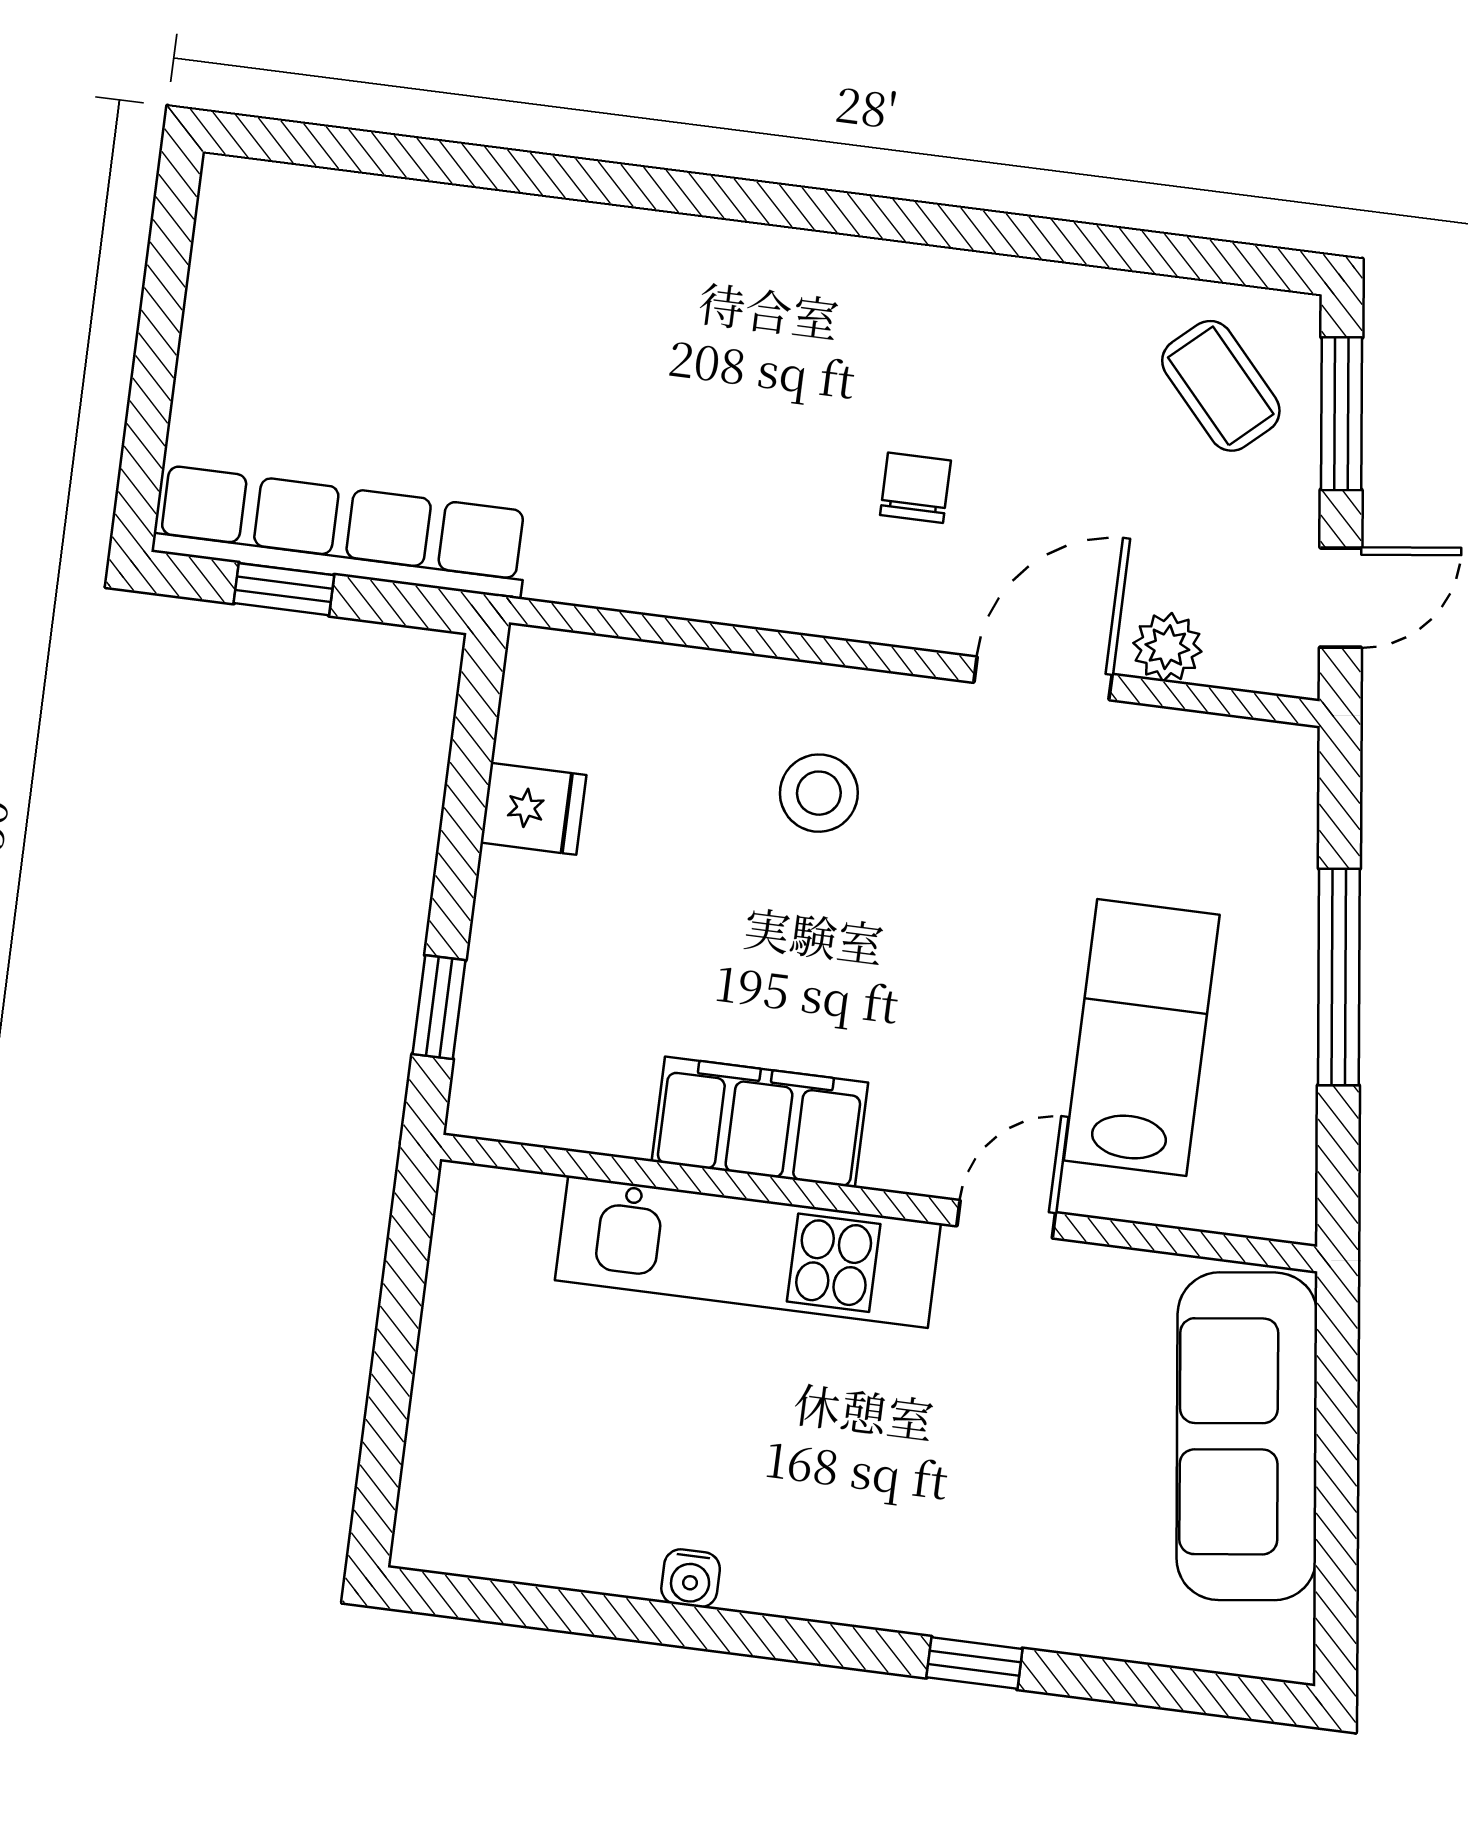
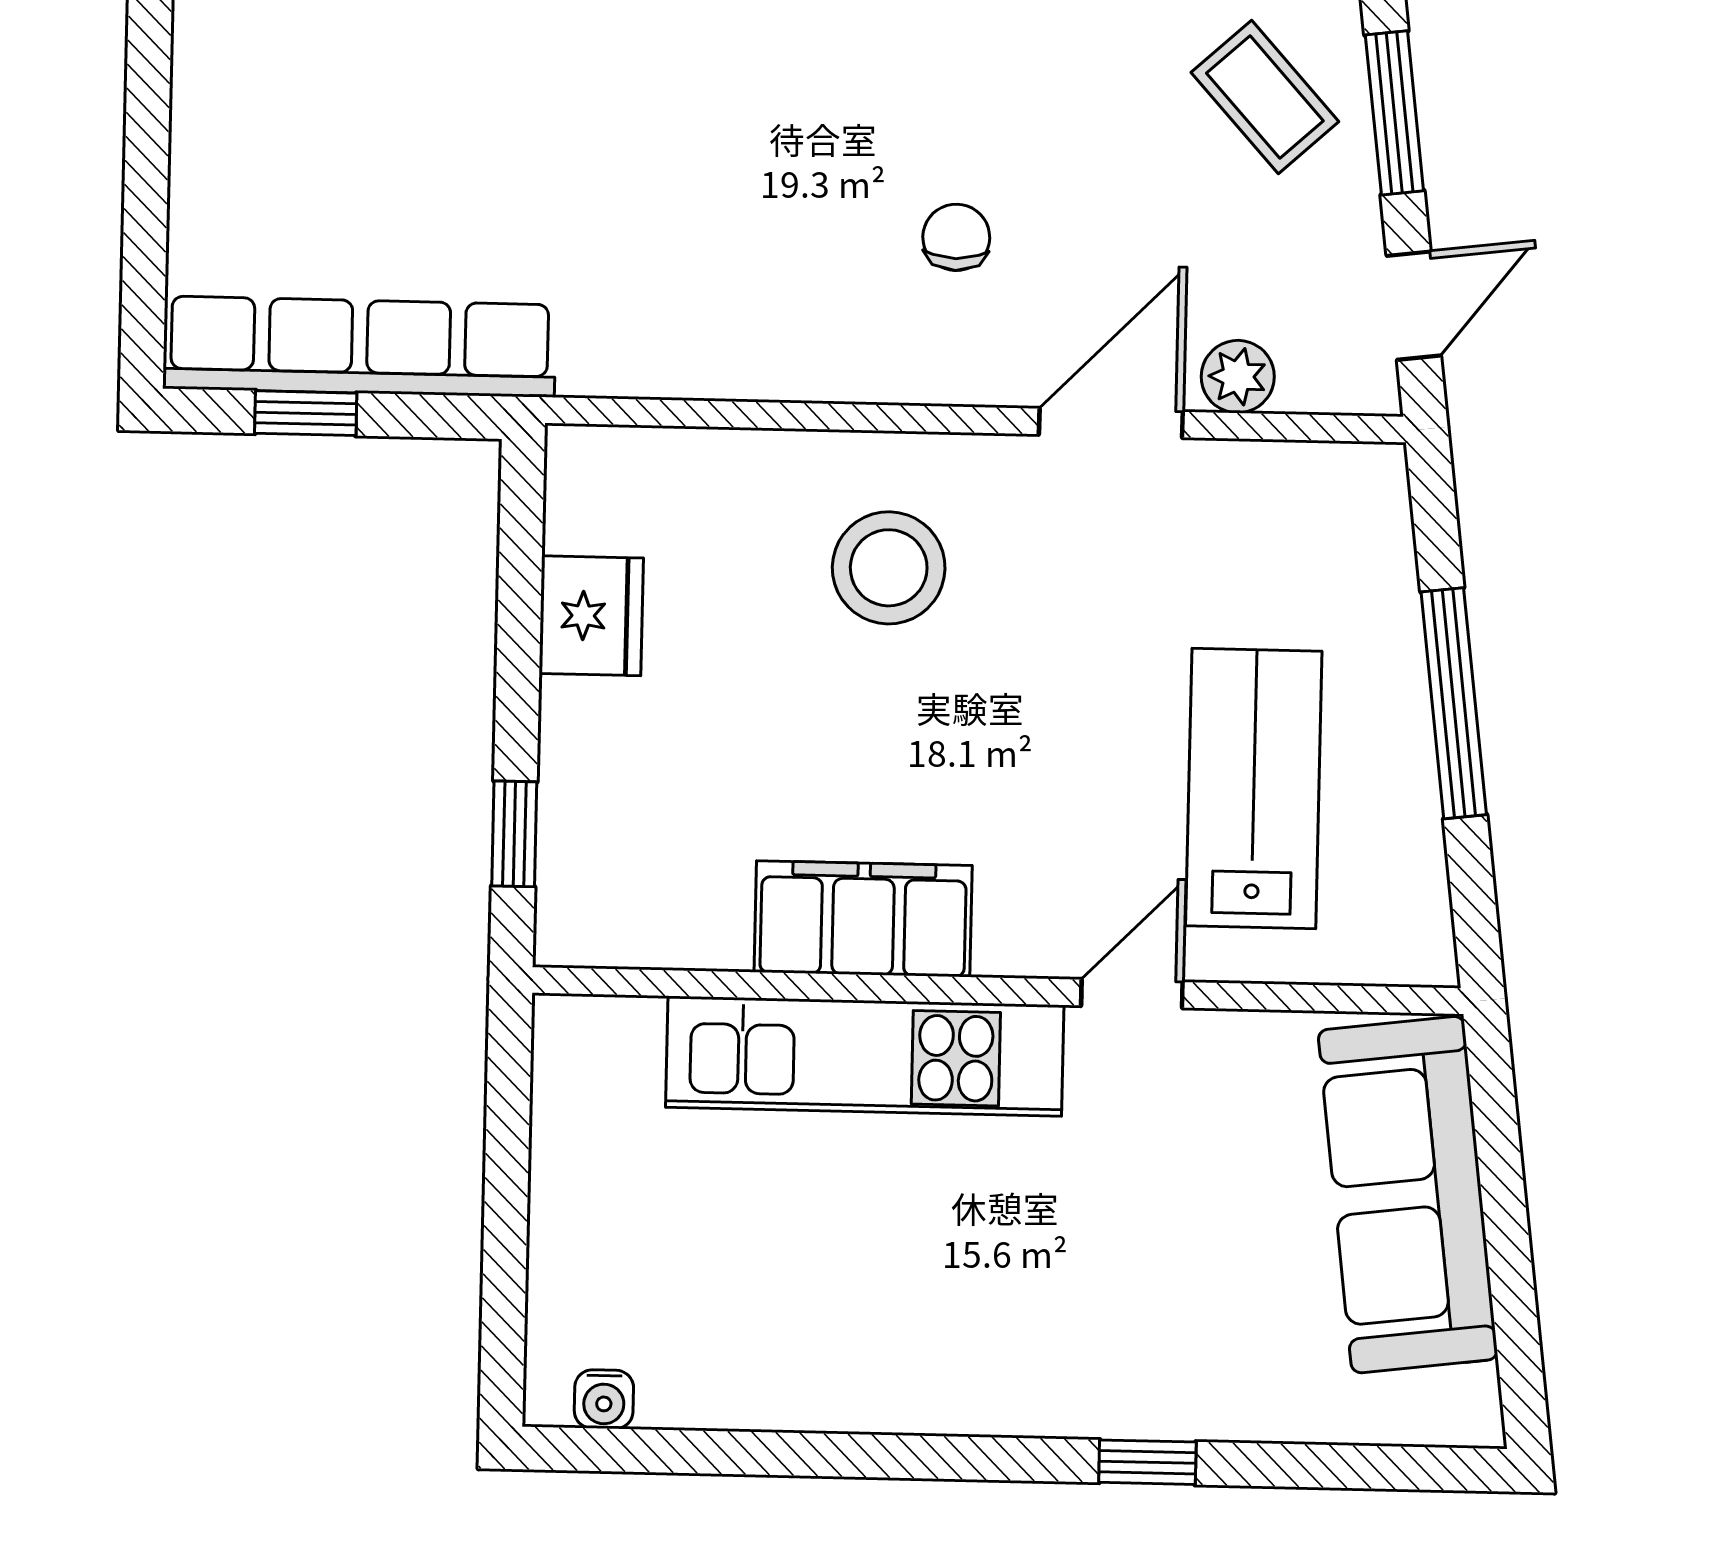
stool: (819, 793) -> (889, 568), width x1.38, depth x1.38
fridge: (533, 809) -> (591, 616), width x1.38
water cooler: (691, 1578) -> (604, 1399), moved

